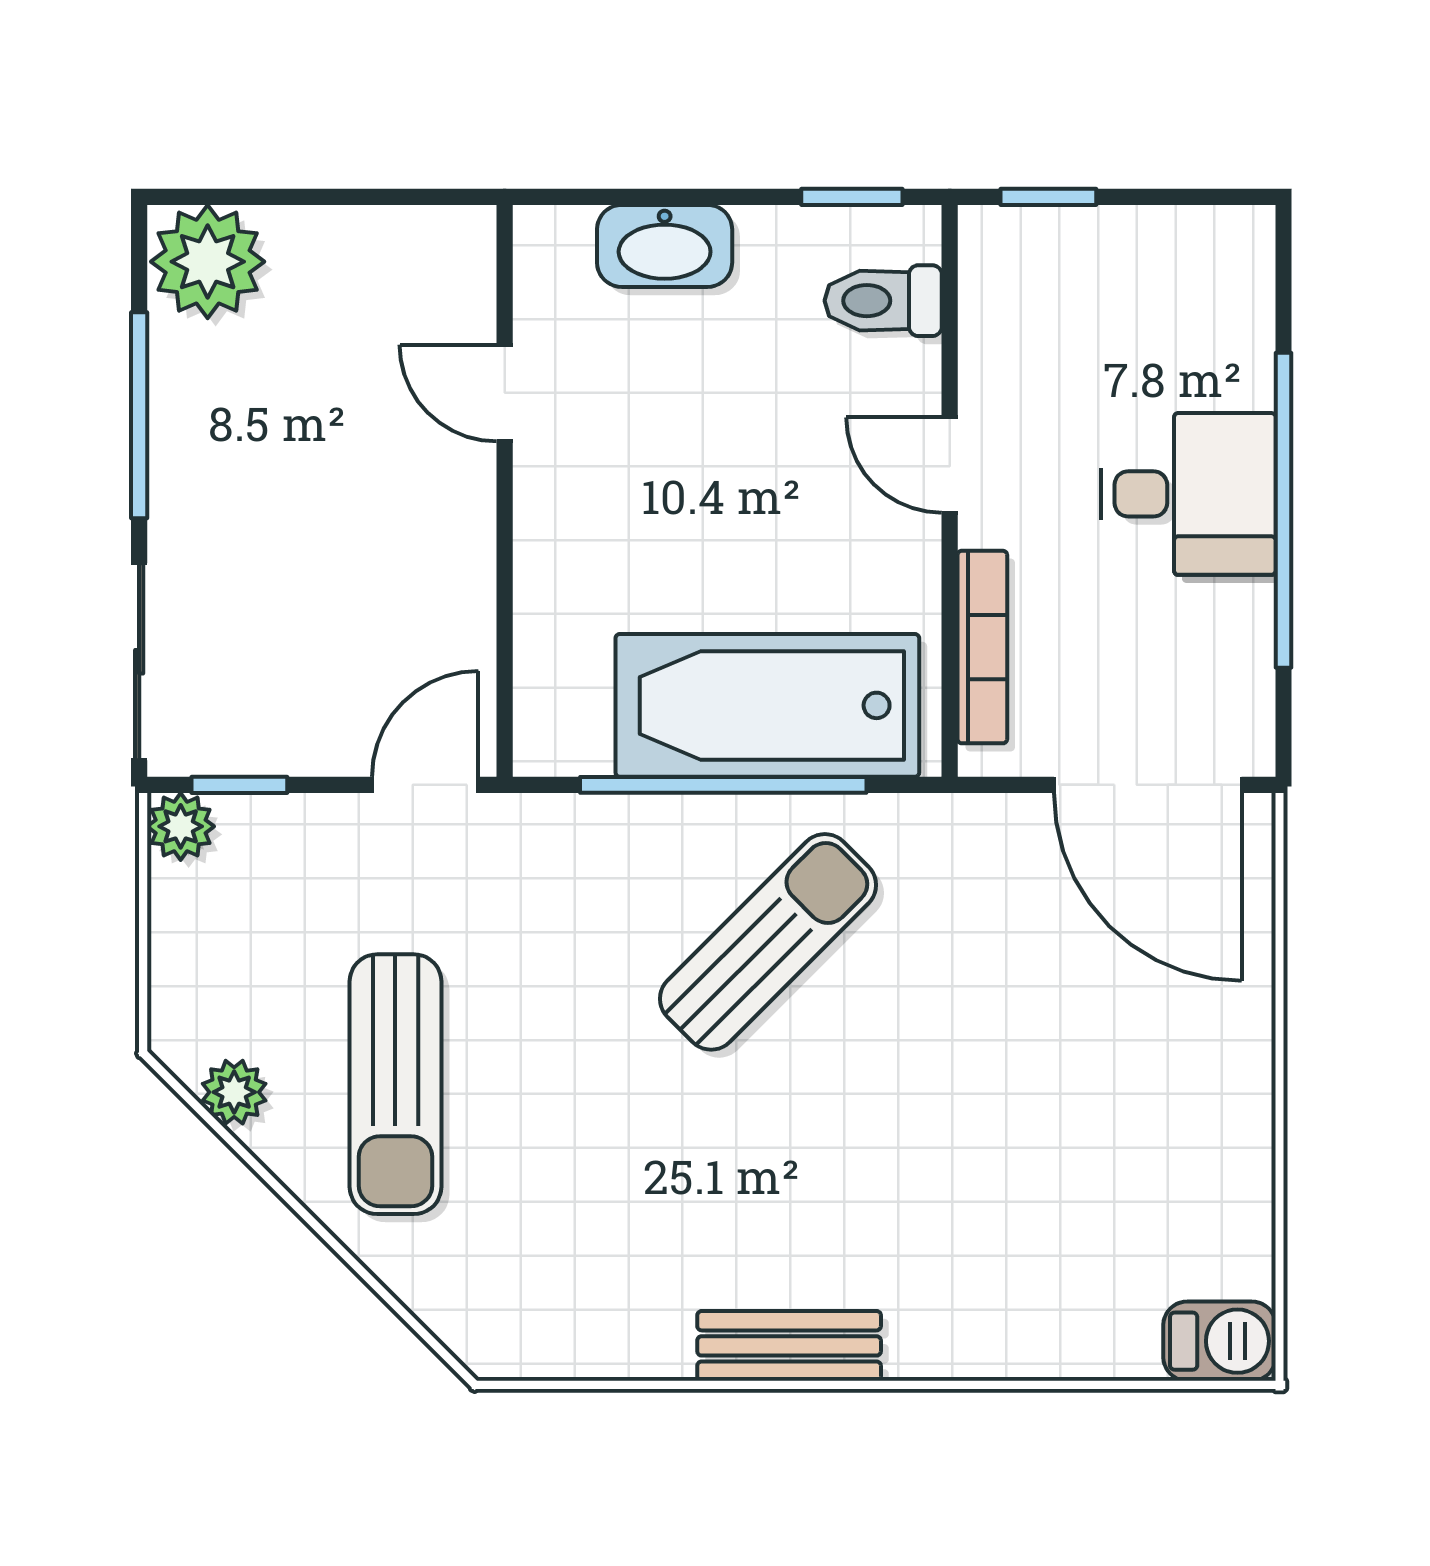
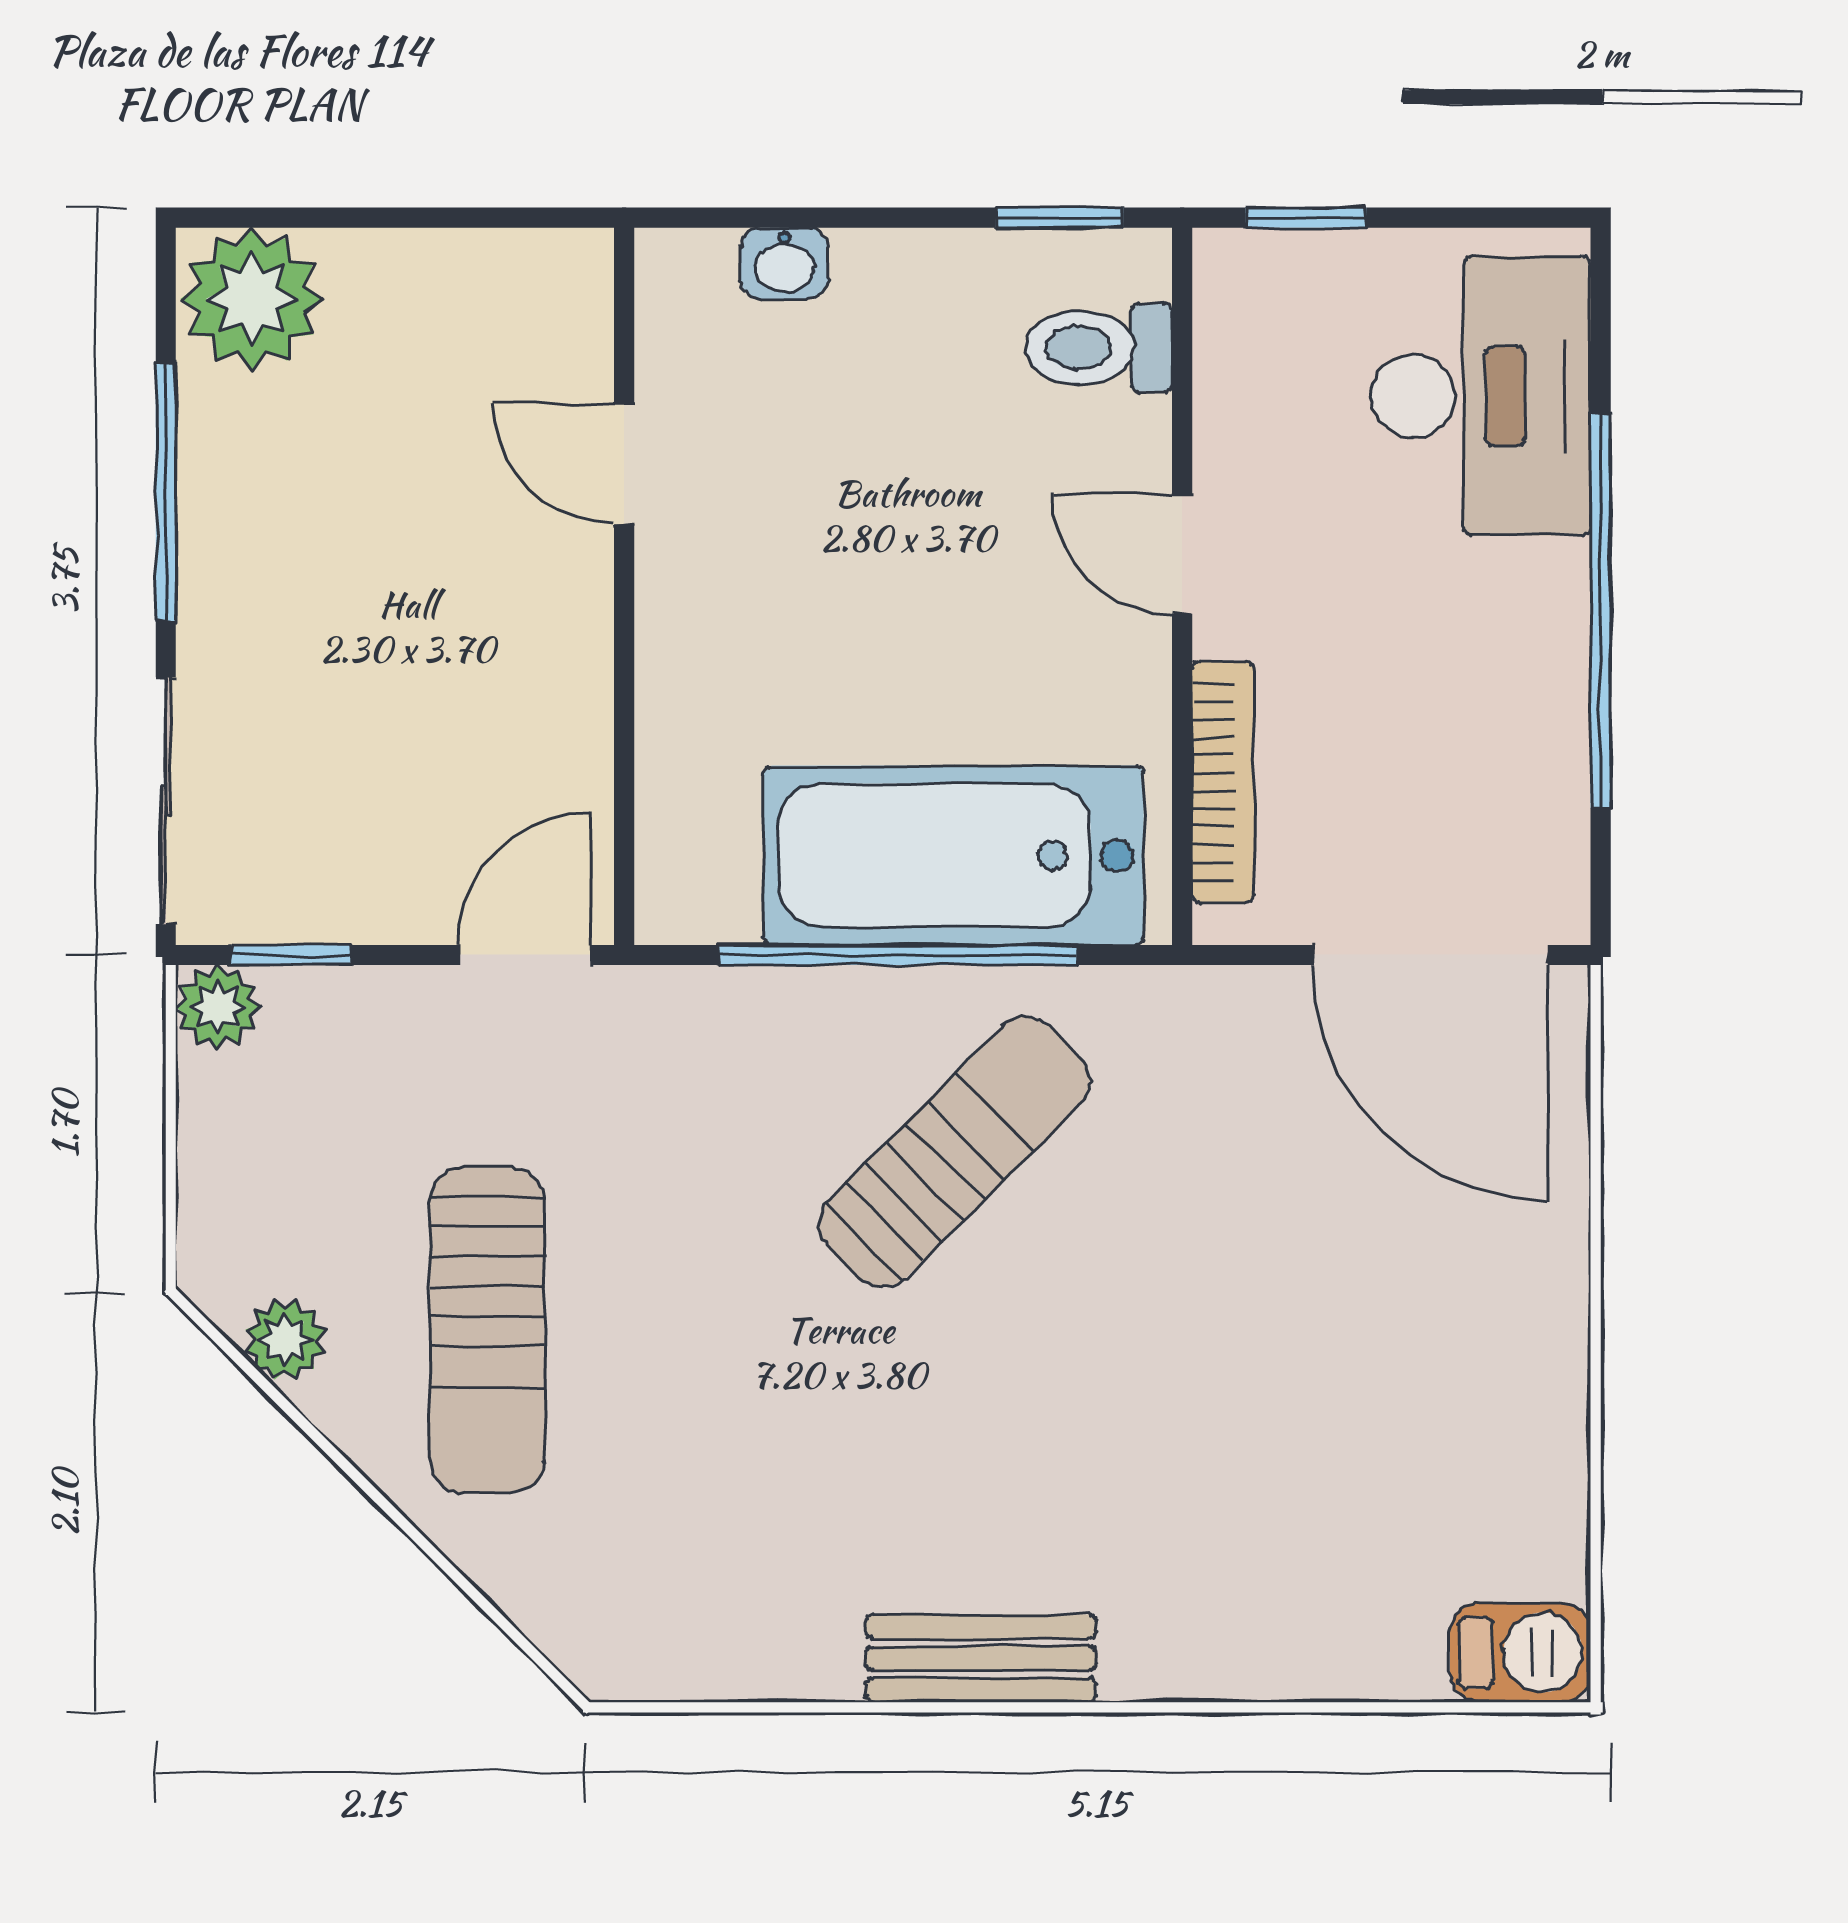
washbasin: (665, 246) -> (784, 263), width x0.52, depth x0.69
desk: (1188, 494) -> (1481, 396), moved, width x1.37

